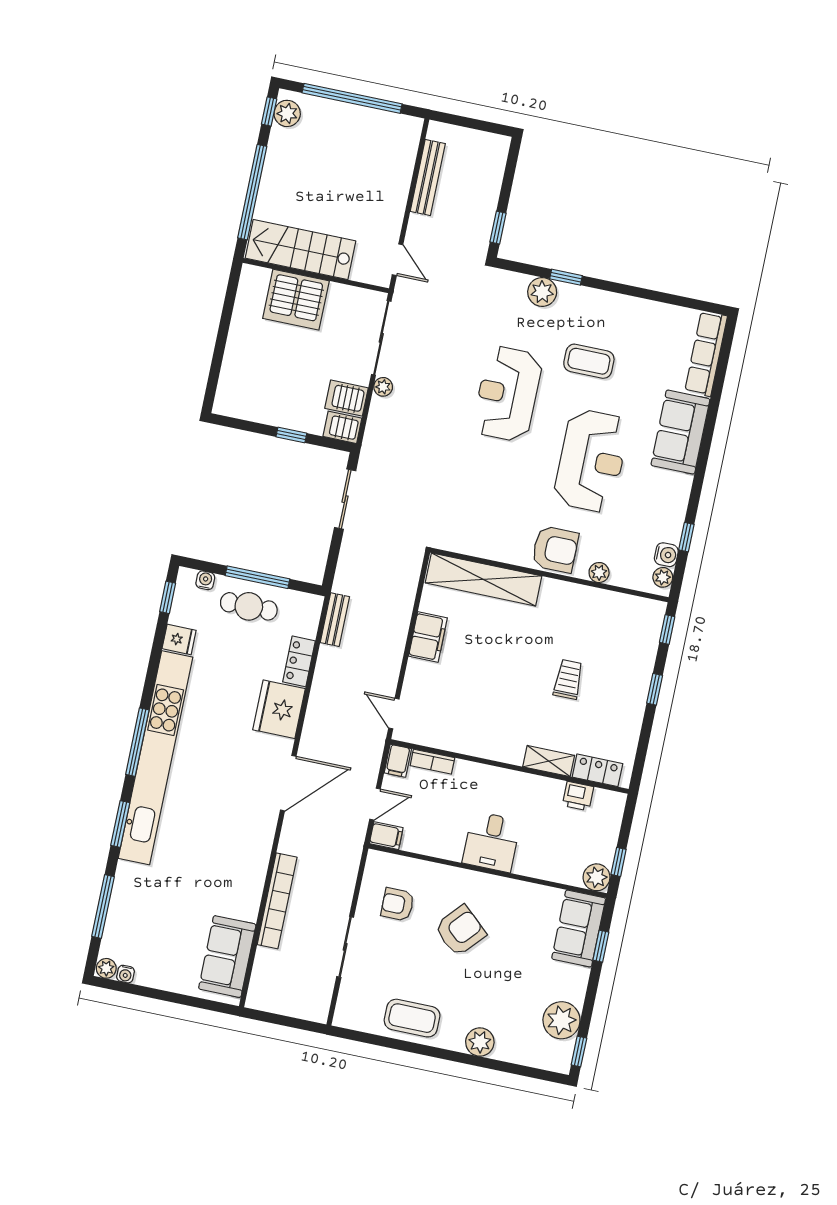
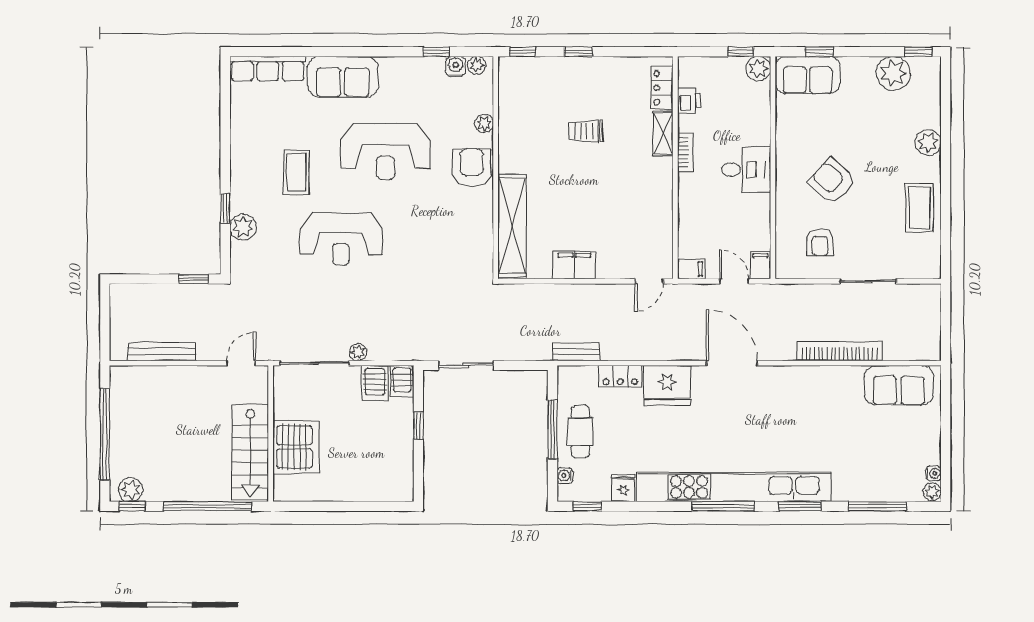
reception desk: (591, 461) -> (385, 151), turned 180
bookcase: (432, 762) -> (685, 152), moved

